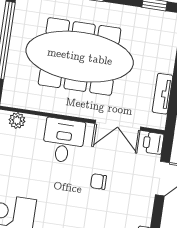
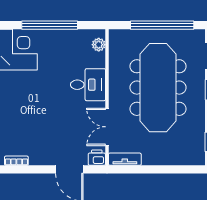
tv unit: (162, 94) -> (125, 159), moved
chair: (98, 182) -> (59, 118), removed

